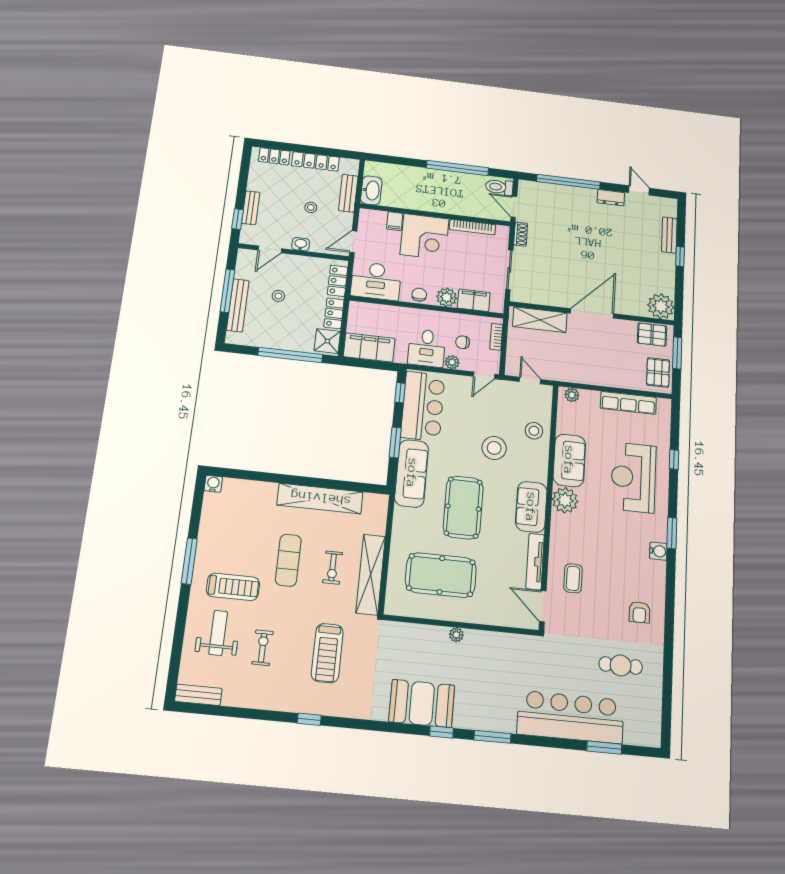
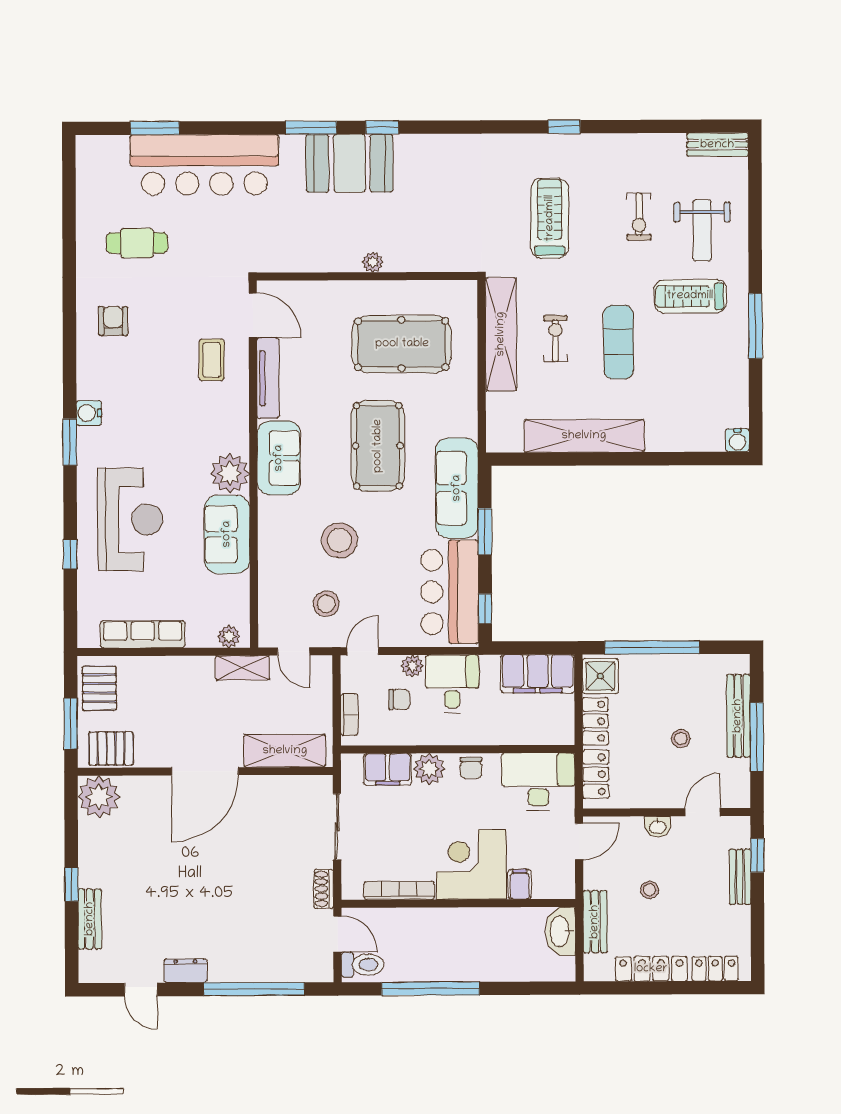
shelving: (564, 374) -> (243, 668), added
stool: (534, 431) -> (326, 604), moved
booth: (422, 703) -> (349, 163), moved

